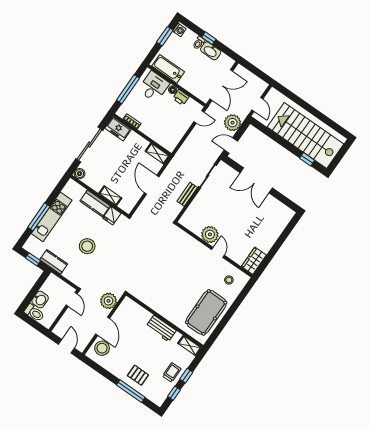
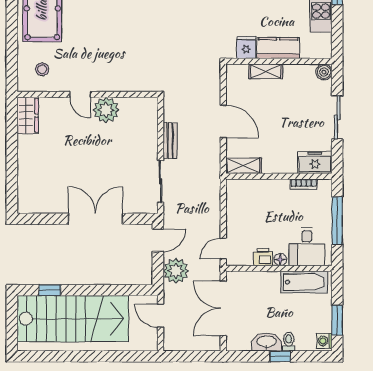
sliding door: (89, 144) -> (337, 117), width x0.73

